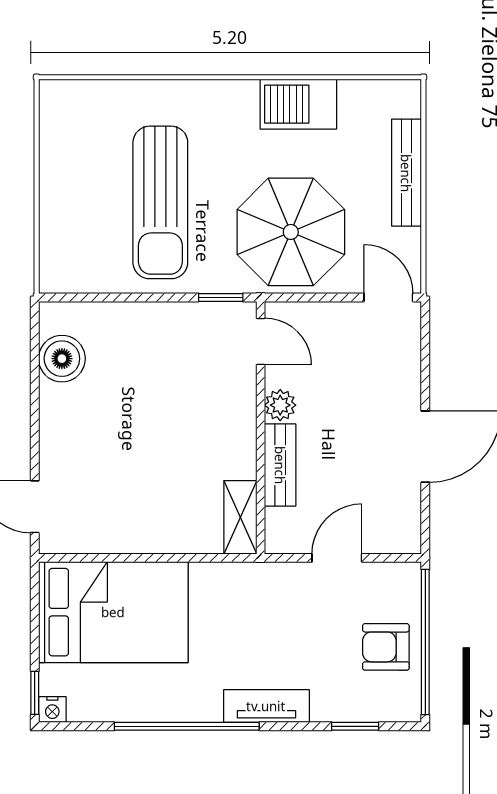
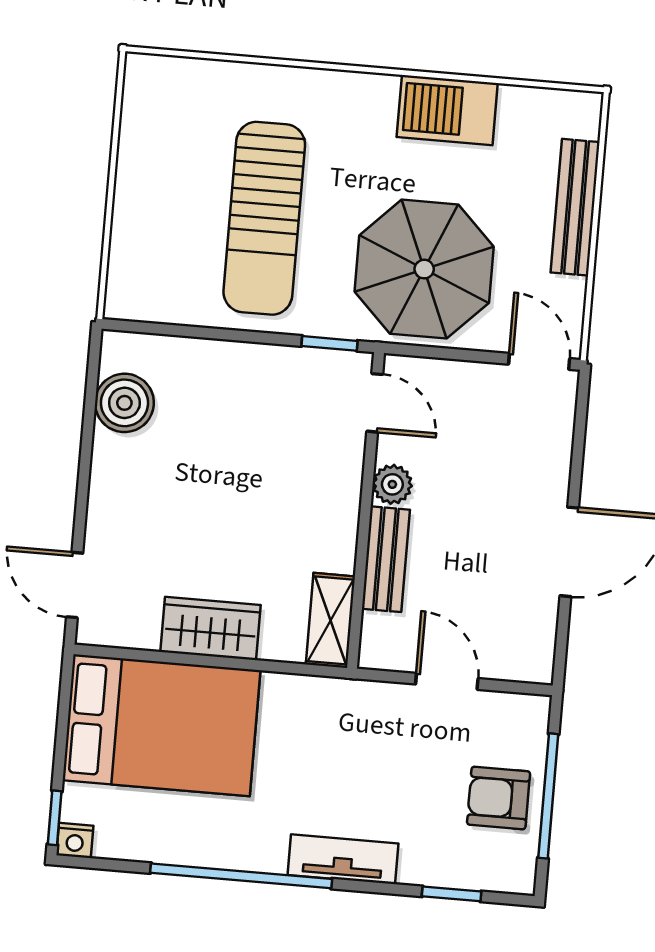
wardrobe: (146, 532) -> (211, 628), added
door: (337, 558) -> (447, 681), hinge flipped
window: (425, 642) -> (548, 796), width x0.68

